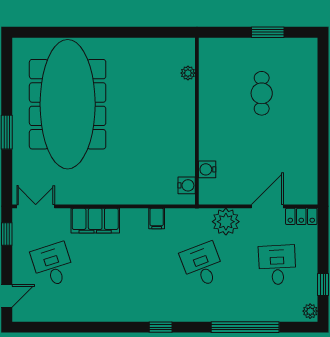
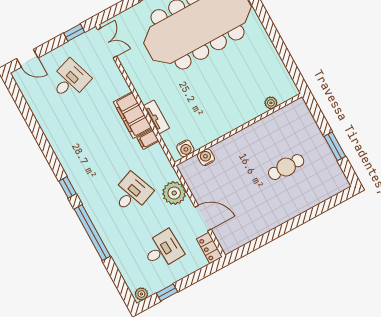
tv unit: (138, 197) -> (156, 117), added
filing cabinet: (95, 221) -> (133, 115), moved
window: (245, 327) -> (92, 233), moved

